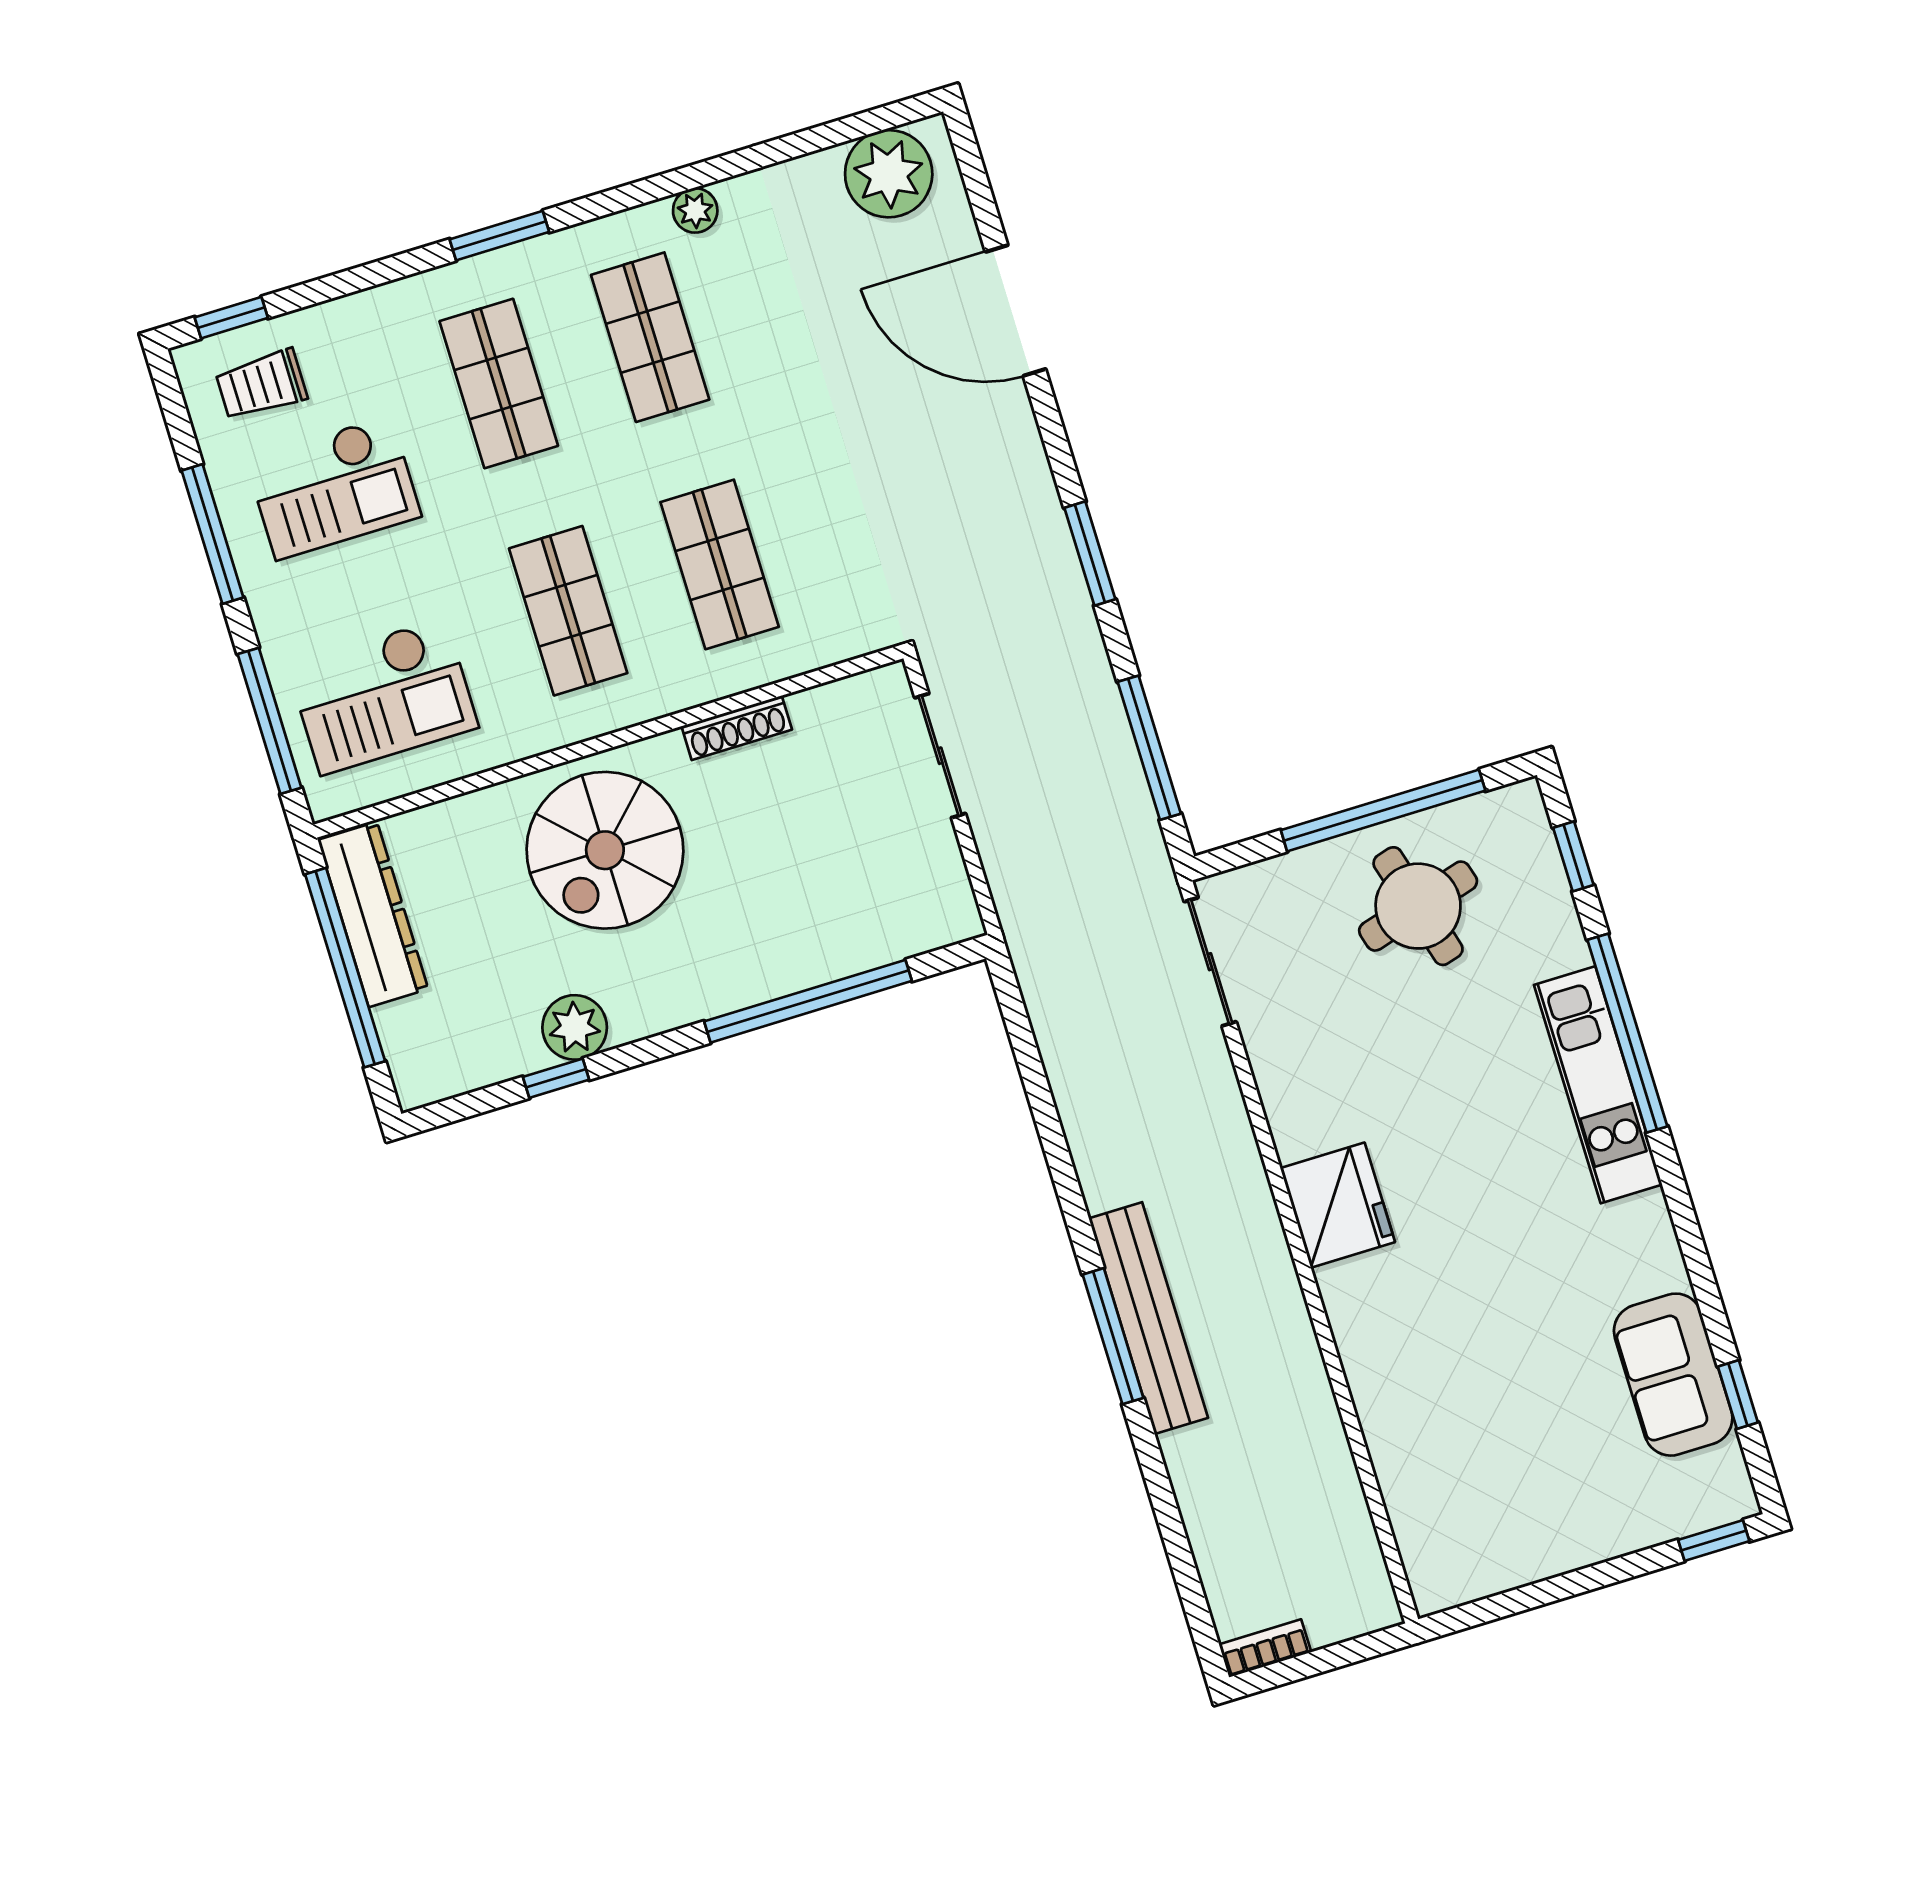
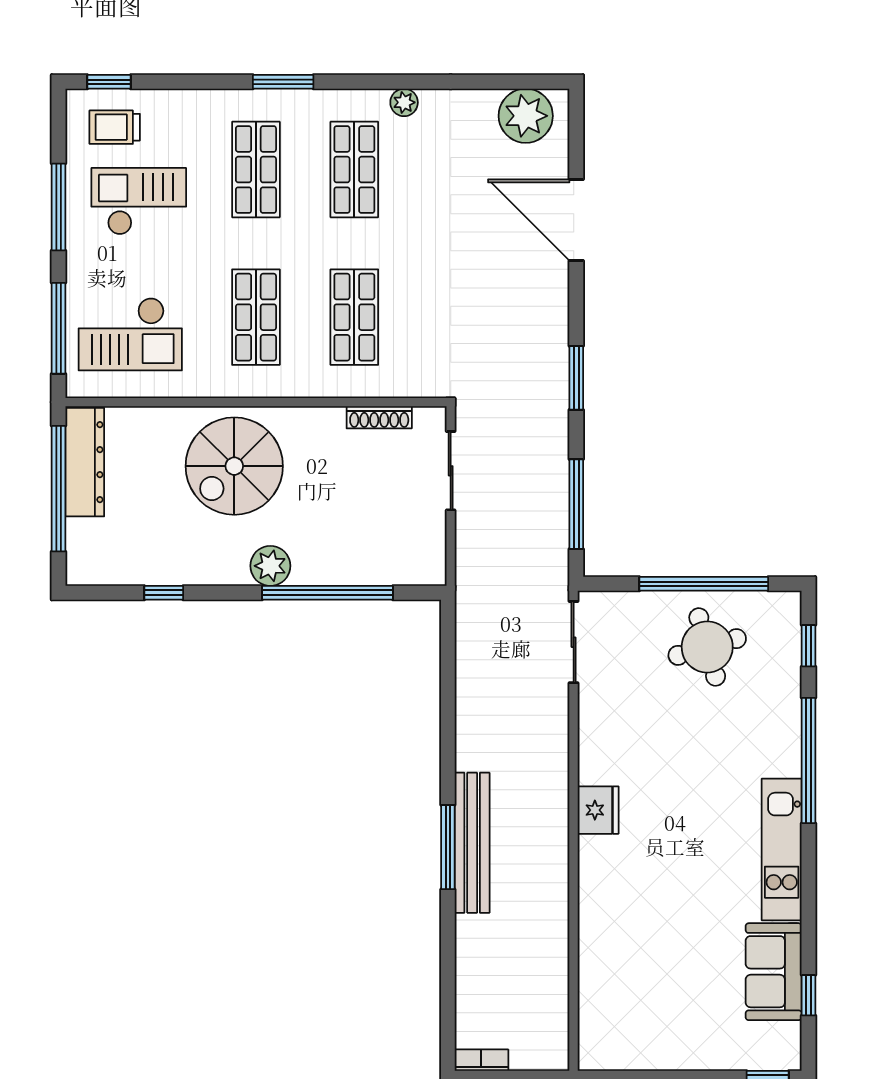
checkout: (333, 488) -> (139, 201), turned 180
shoe rack: (737, 728) -> (379, 417), moved
plant: (575, 1027) -> (270, 566), moved
kitchen unit: (1598, 1085) -> (782, 850), moved
fridge: (1338, 1205) -> (598, 810), width x0.73, depth x0.75

